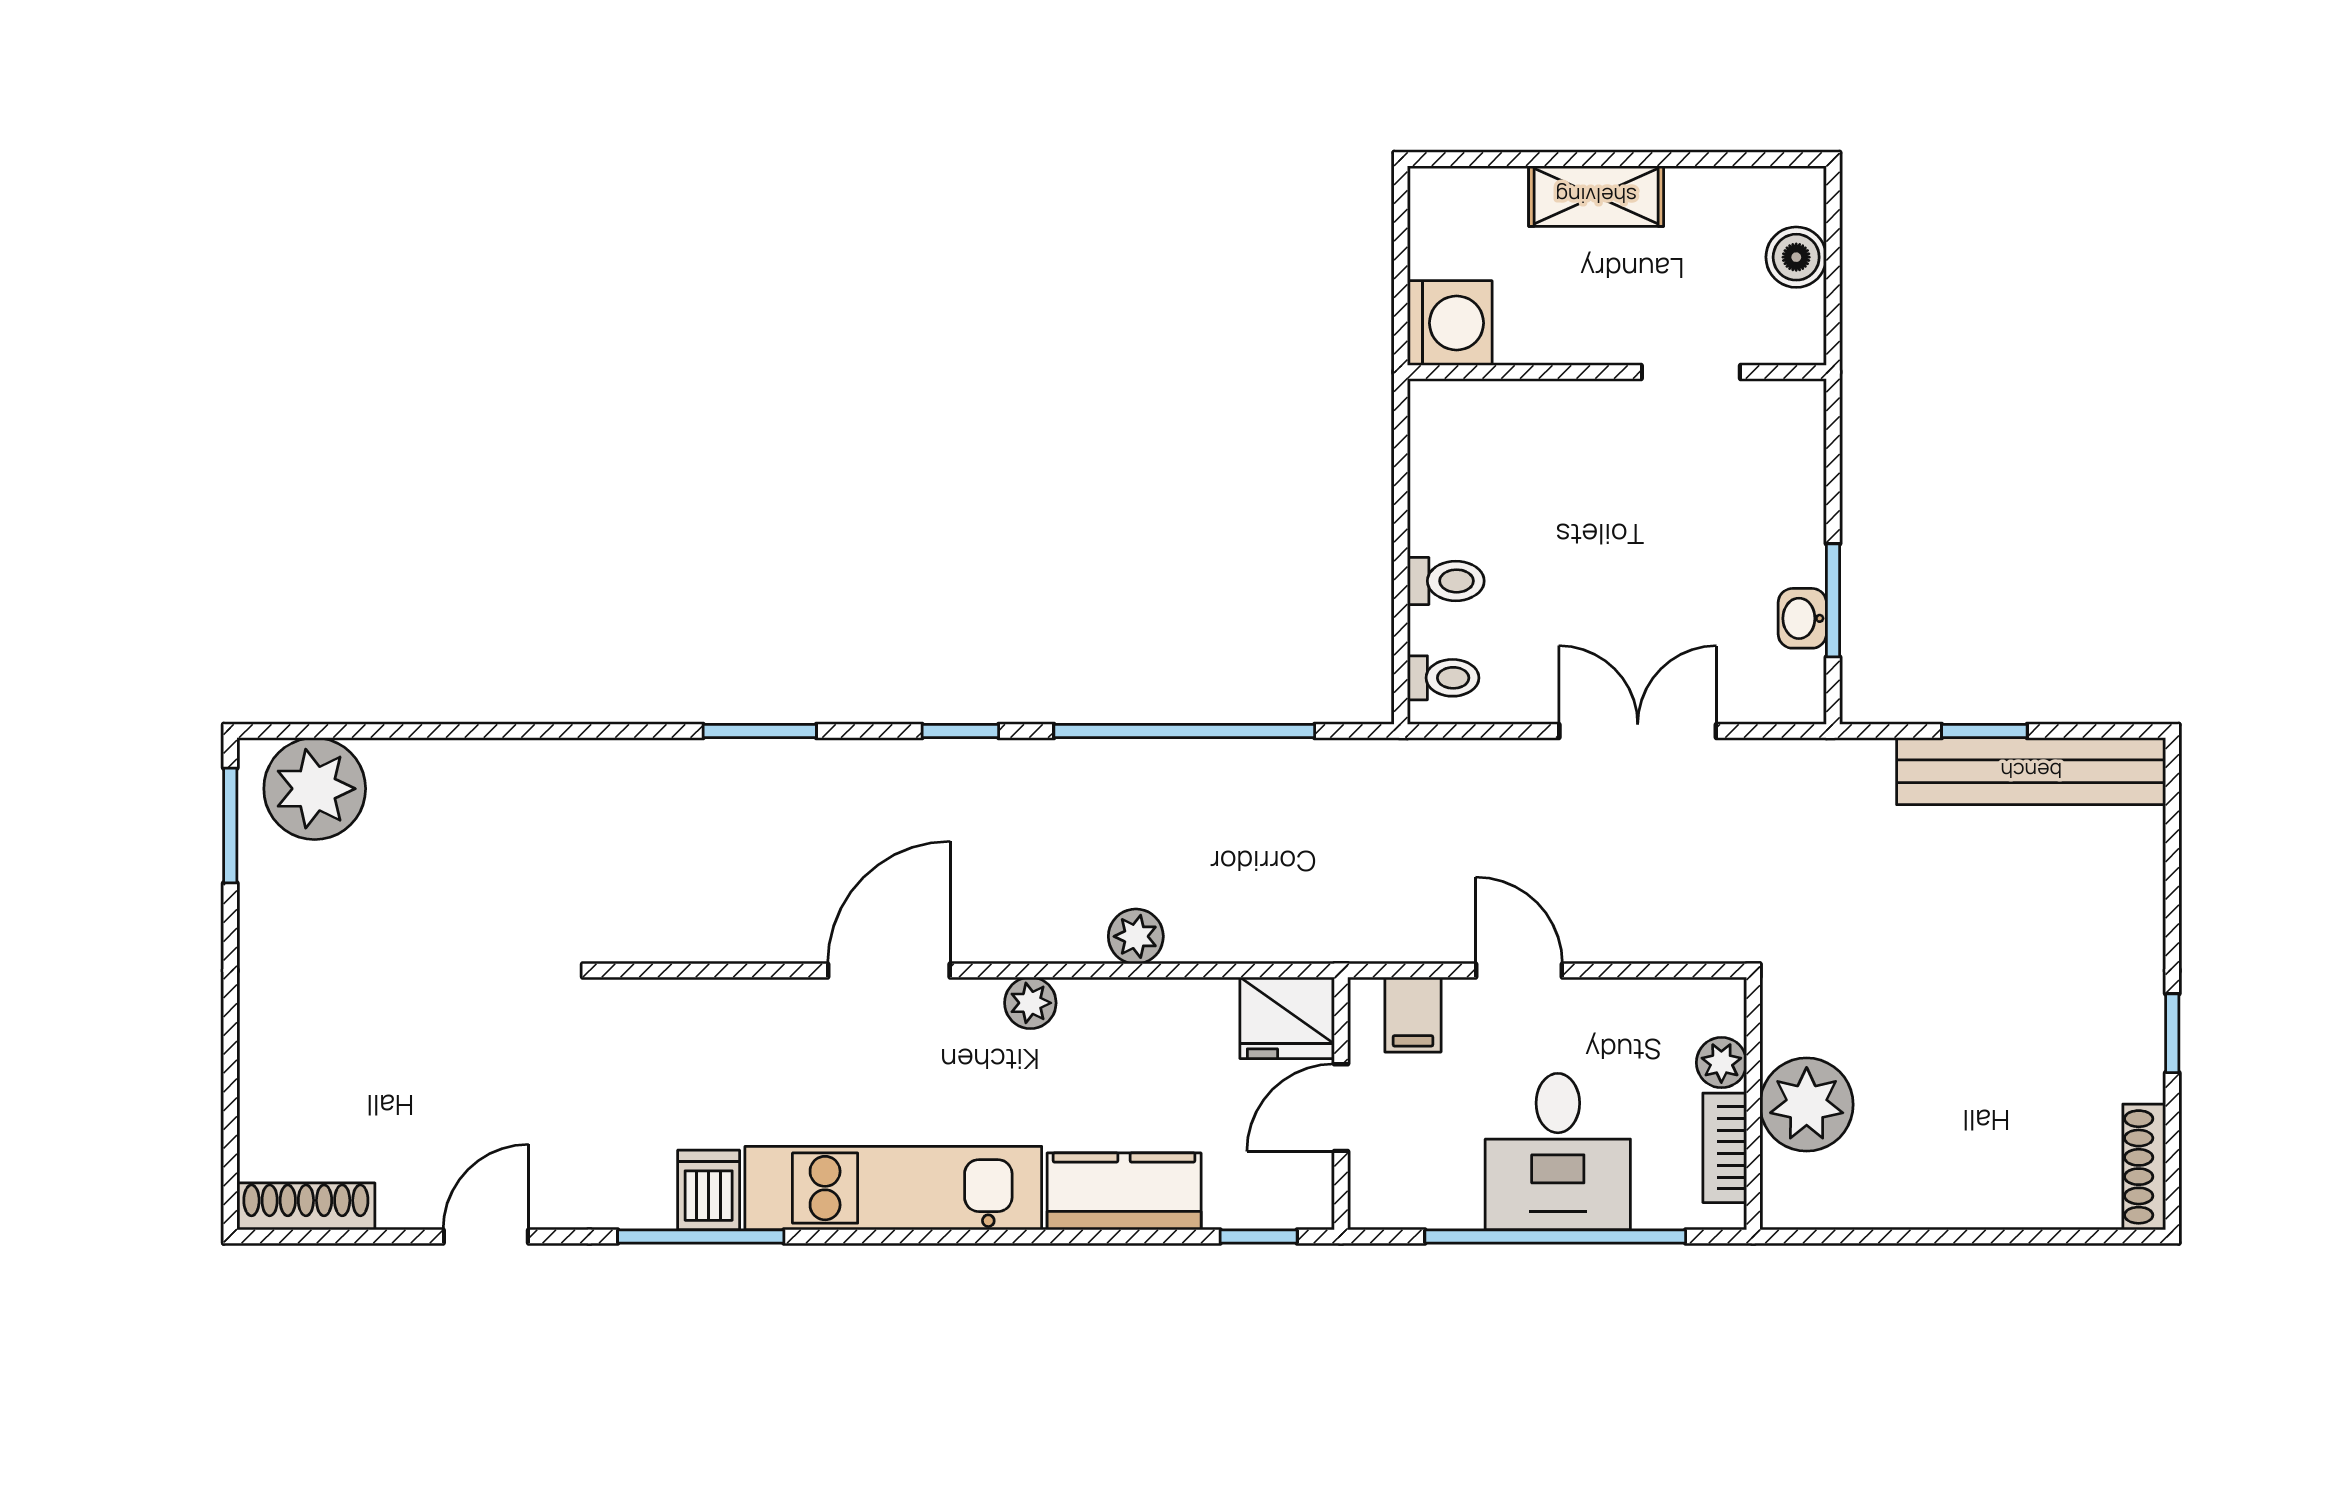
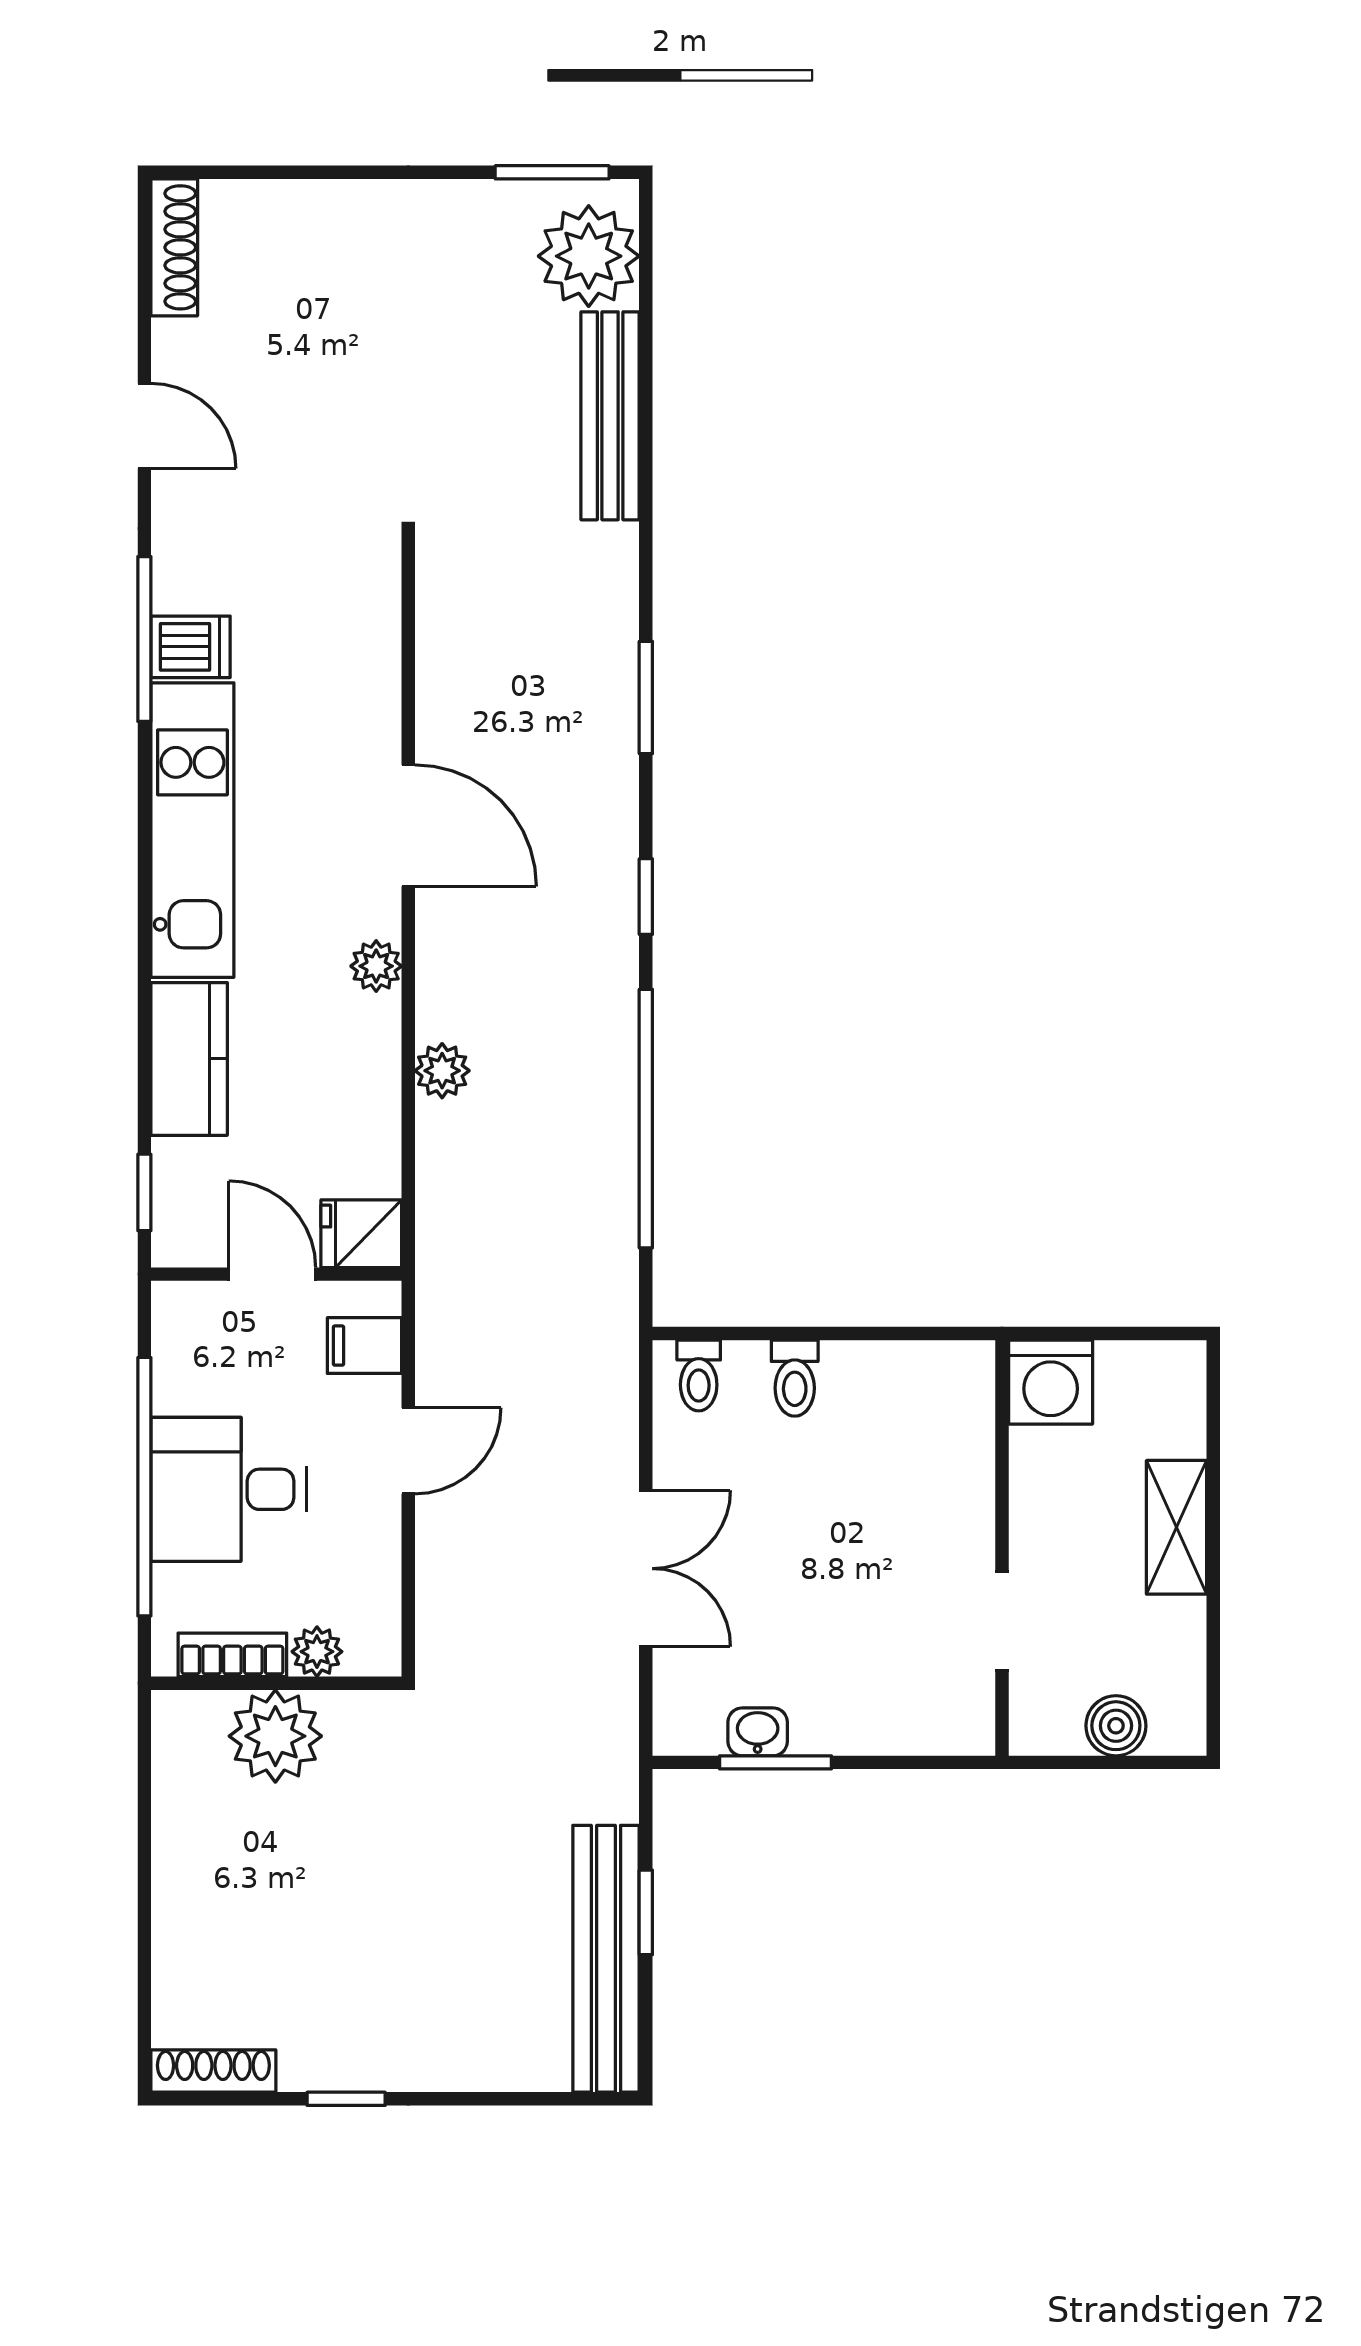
bench: (476, 767) -> (610, 416), added
fridge: (1287, 1018) -> (361, 1234), width x0.72

